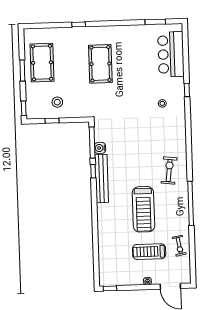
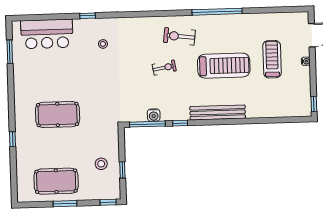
bench: (102, 178) -> (218, 112), moved
exercise bike: (179, 246) -> (164, 68), moved
treadmill: (149, 252) -> (272, 59), turned 180

